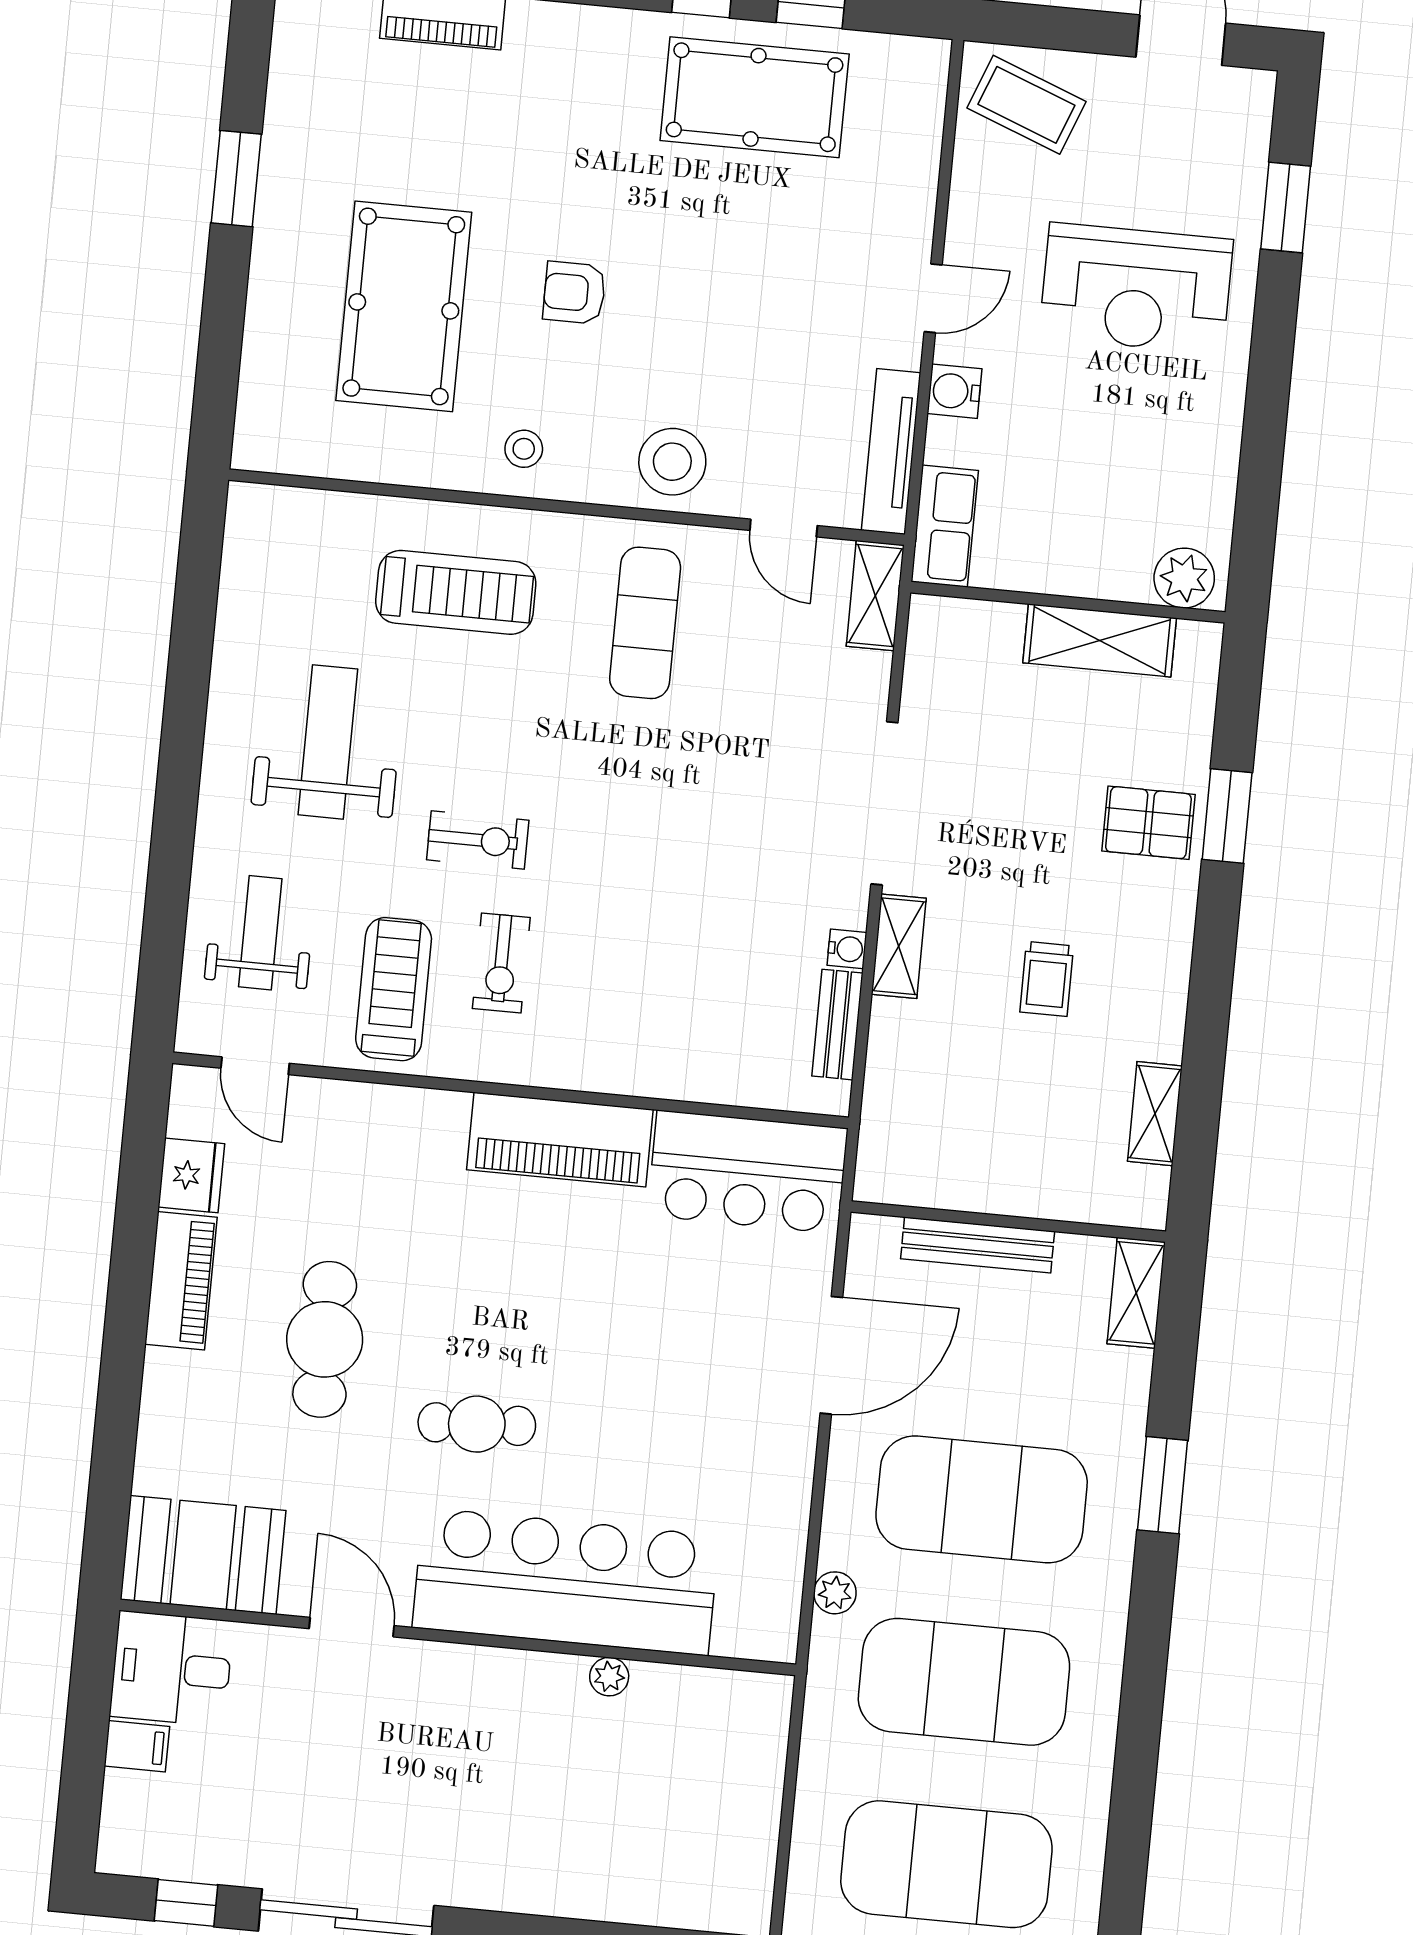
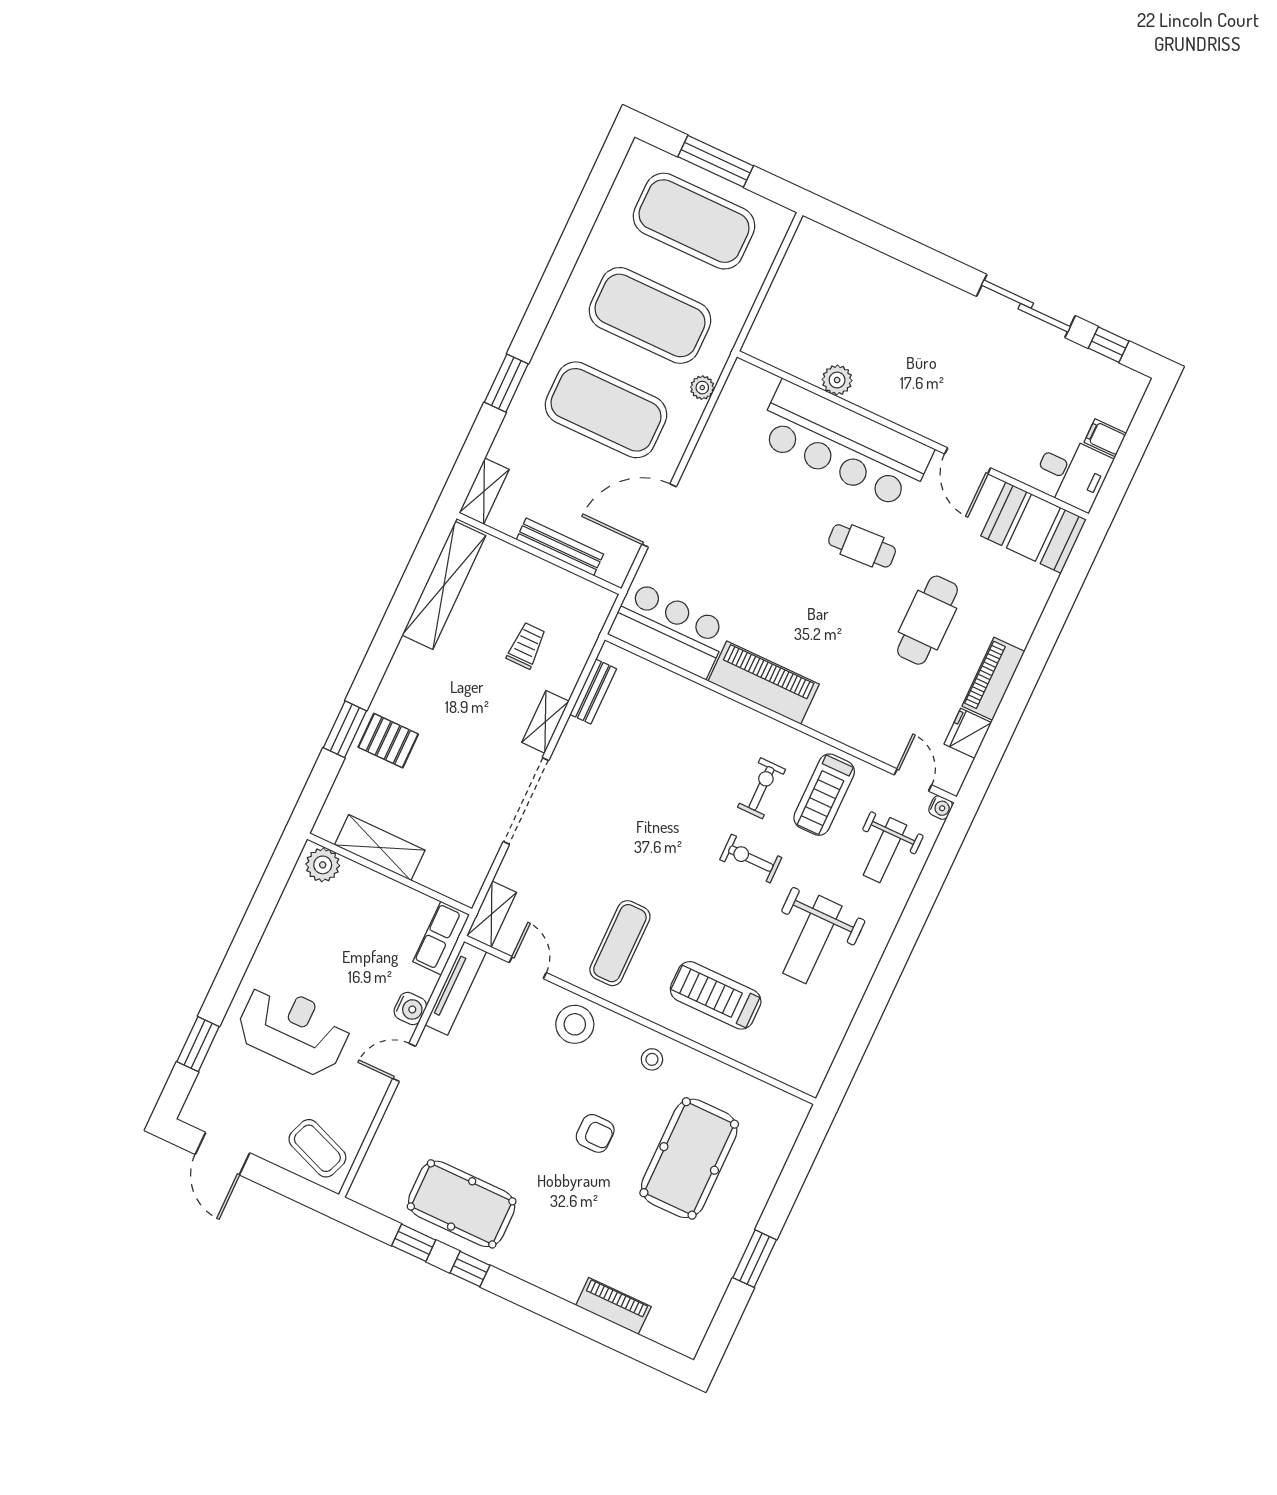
water cooler: (847, 949) -> (941, 808), moved, turned 180
trolley: (1047, 979) -> (526, 646), moved
shelving: (1155, 1114) -> (444, 585), width x2.20, depth x1.33
plant: (609, 1677) -> (837, 380), width x1.38, depth x1.38

